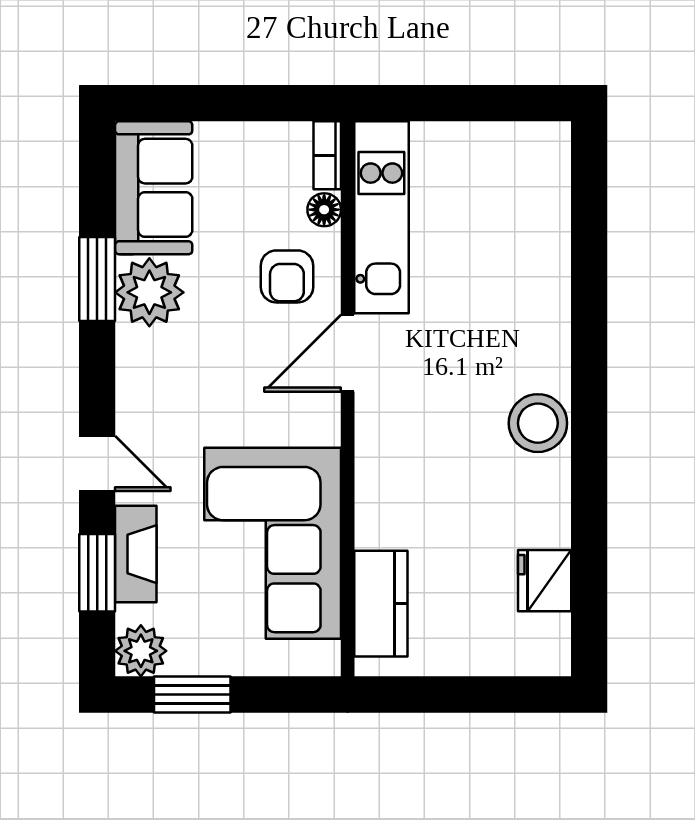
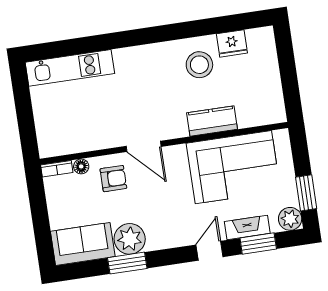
kitchen unit: (381, 217) -> (70, 68), moved, turned 180
stool: (538, 423) -> (199, 65), moved
kitchen counter: (381, 604) -> (212, 121), moved

